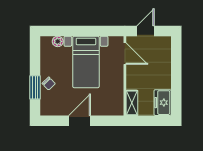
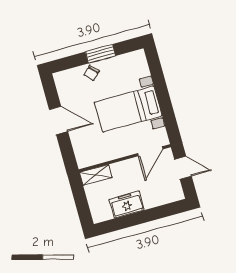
plant: (58, 41) -> (143, 70), removed
window: (35, 87) -> (101, 54), moved
freezer: (163, 103) -> (127, 204), moved

